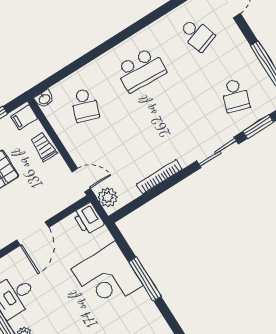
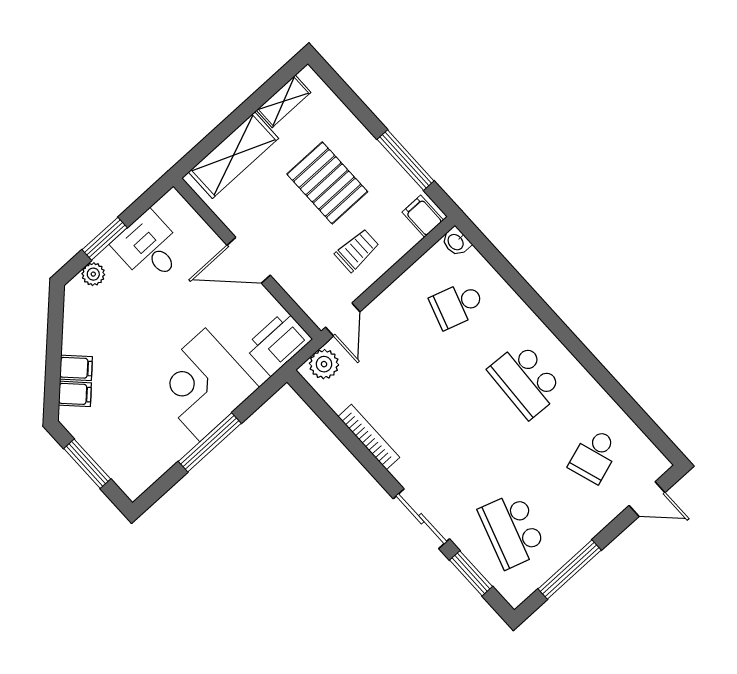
school desk: (235, 95) -> (512, 530), width x1.85
trolley: (44, 147) -> (357, 250), moved
printer: (88, 219) -> (278, 343), width x1.37, depth x1.19

